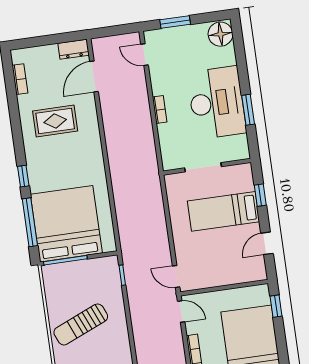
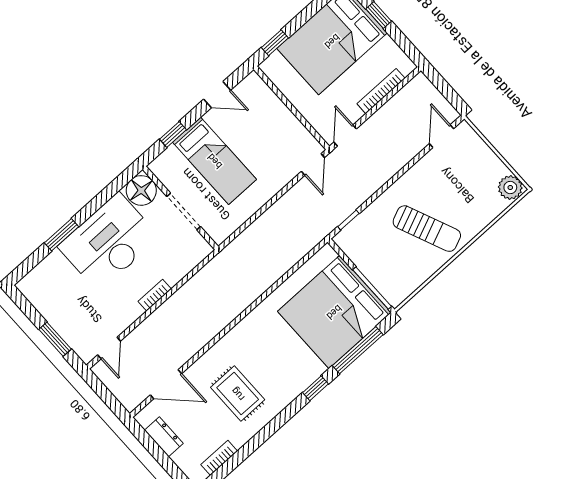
floor lamp: (220, 34) -> (141, 190), moved
dresser: (74, 49) -> (164, 437), moved
window: (248, 110) -> (62, 235), moved

